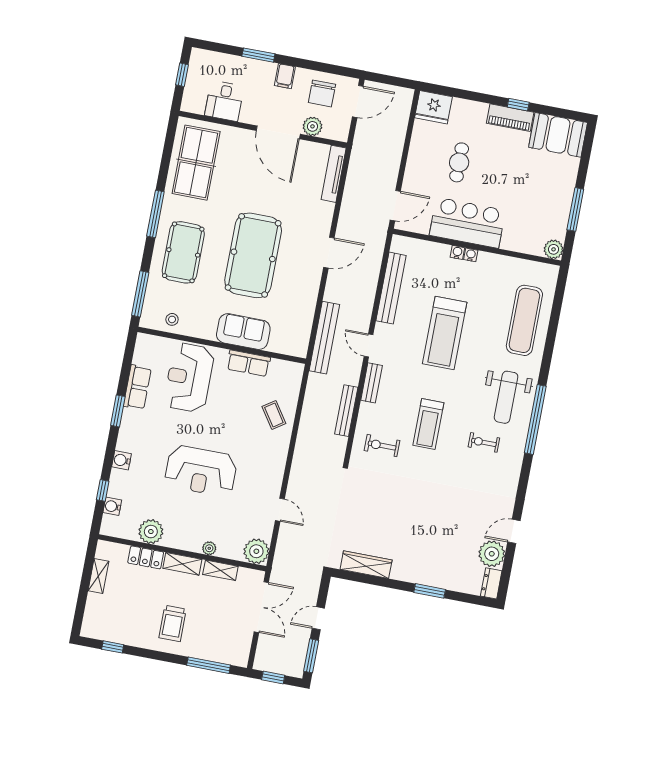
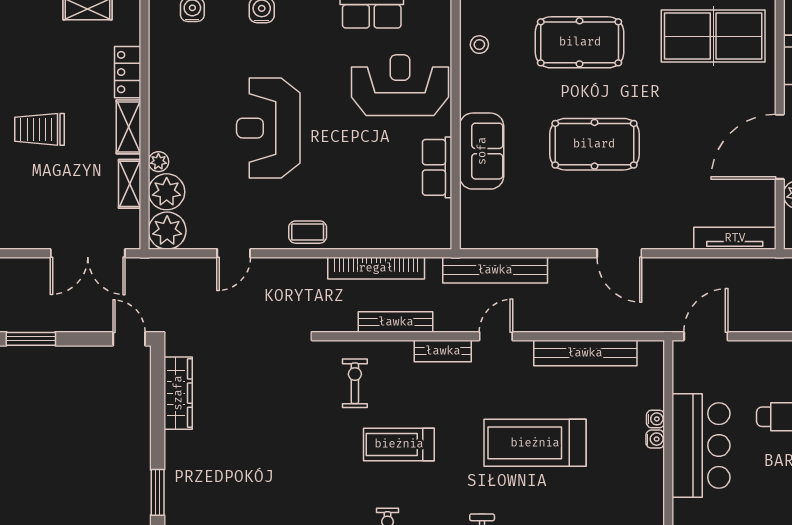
door: (395, 206) -> (706, 336), swing flipped
pool table: (253, 255) -> (594, 144), width x0.73, depth x0.76
water cooler: (471, 255) -> (655, 419), moved
coffee table: (274, 415) -> (308, 232), moved, turned 34
bookcase: (308, 417) -> (376, 268), added
plant: (151, 532) -> (167, 192), moved
door: (318, 618) -> (129, 339), moved

